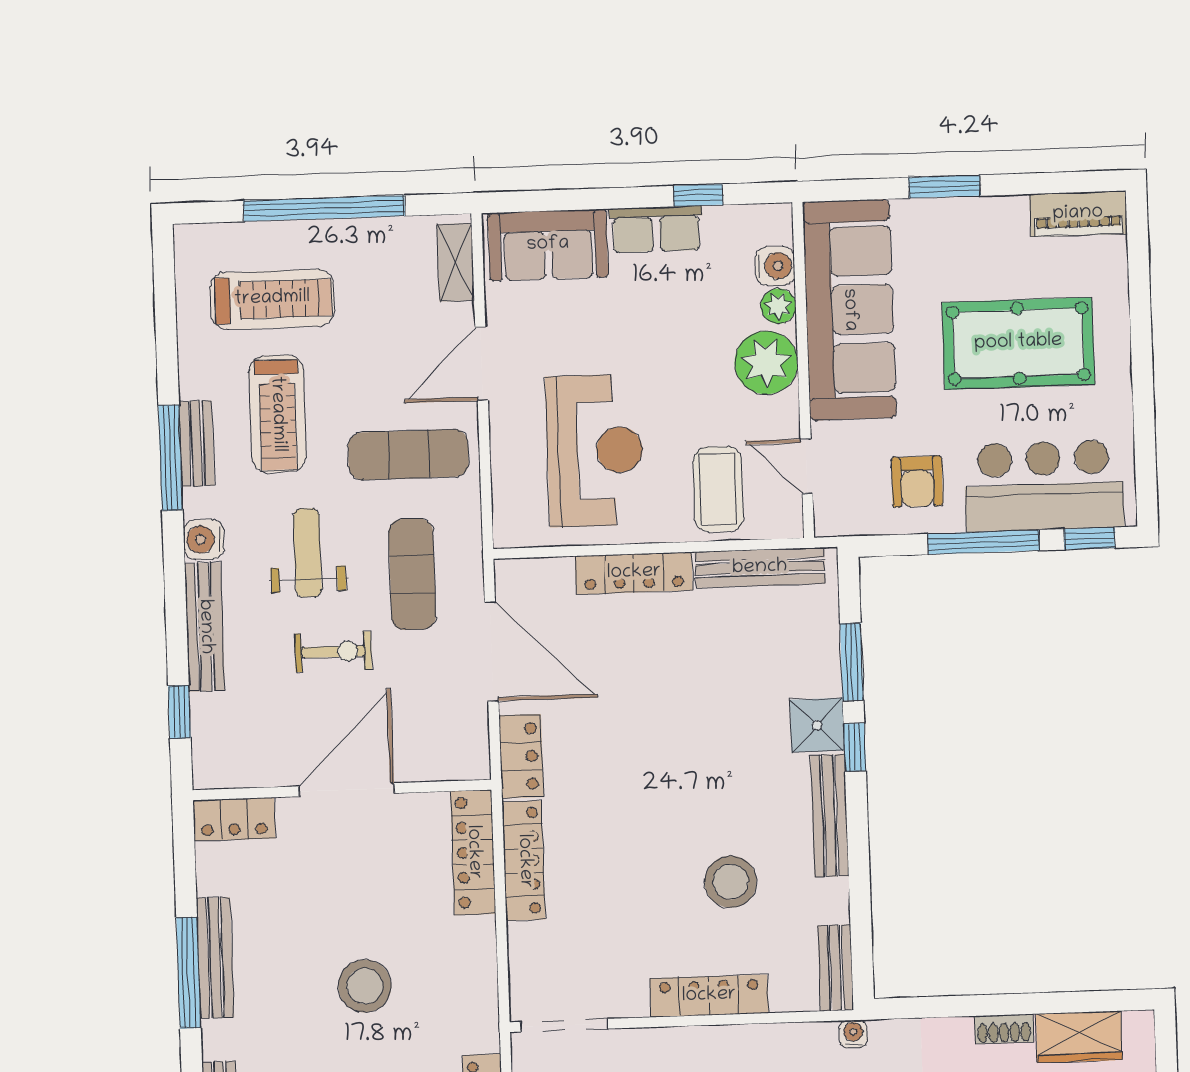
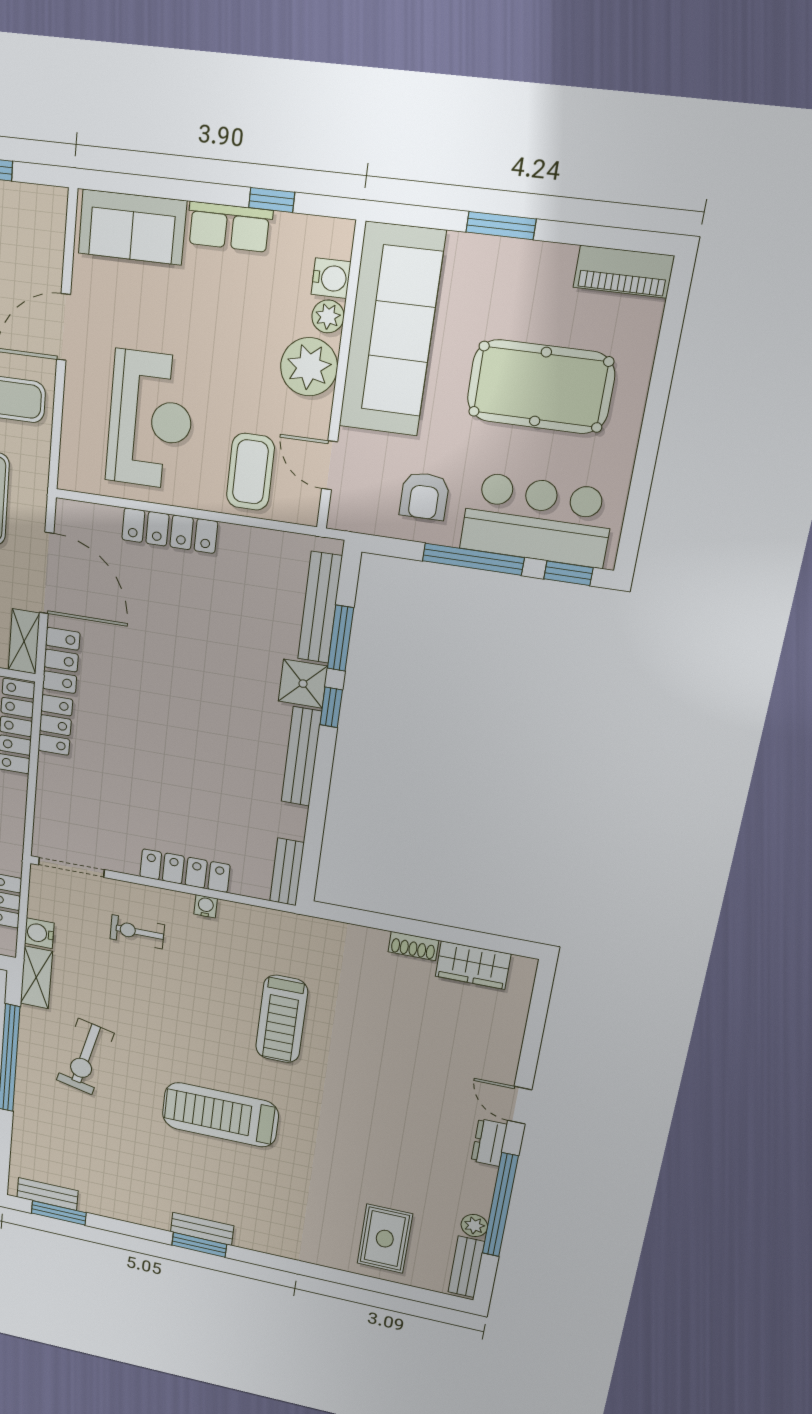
shelving: (456, 262) -> (24, 641), moved
bench: (760, 568) -> (320, 608), moved, turned 90
locker: (524, 861) -> (55, 725), width x0.66
stool: (731, 882) -> (214, 790), removed
water cooler: (853, 1034) -> (206, 906), moved

